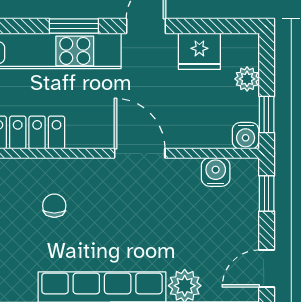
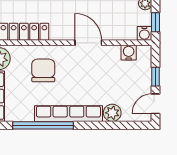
window: (267, 194) -> (156, 77), moved
chair: (54, 206) -> (43, 70), width x1.87, depth x1.87

